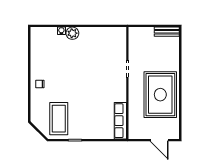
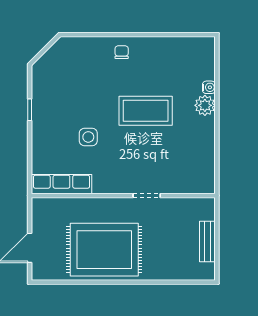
bench: (167, 32) -> (207, 242), moved
side table: (92, 104) -> (88, 137), added
coffee table: (59, 119) -> (146, 111), moved

